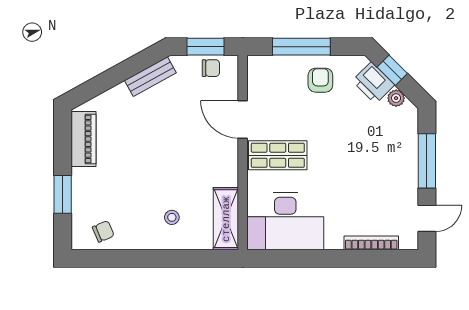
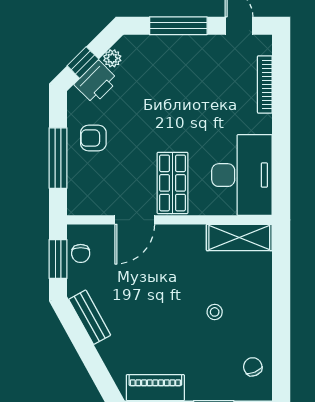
chair: (211, 68) -> (81, 253), turned 180
stool: (172, 217) -> (215, 312), moved

